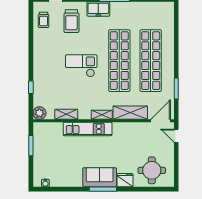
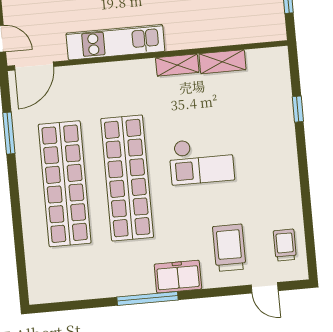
plant: (39, 113) -> (276, 59), removed
shelving: (130, 113) -> (96, 77), removed
shelving: (102, 115) -> (177, 65), moved
kitchen unit: (88, 129) -> (115, 42), moved

